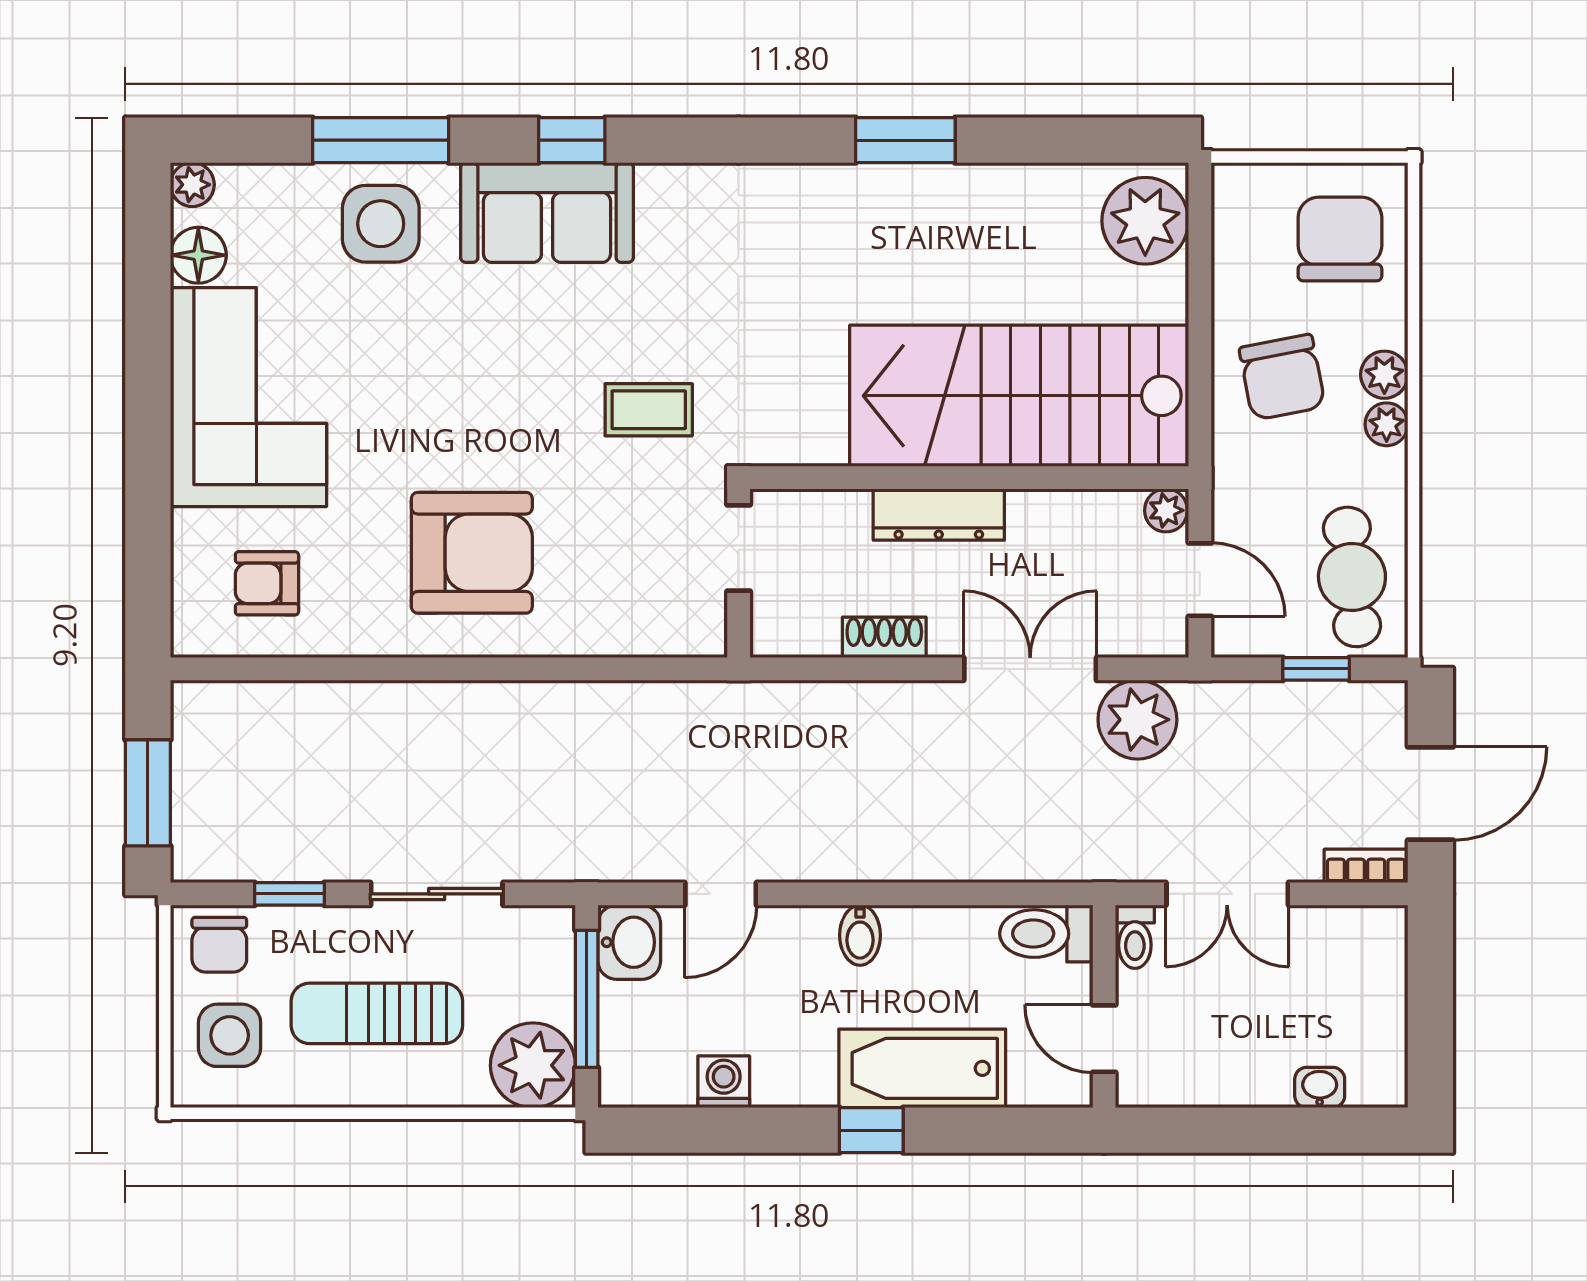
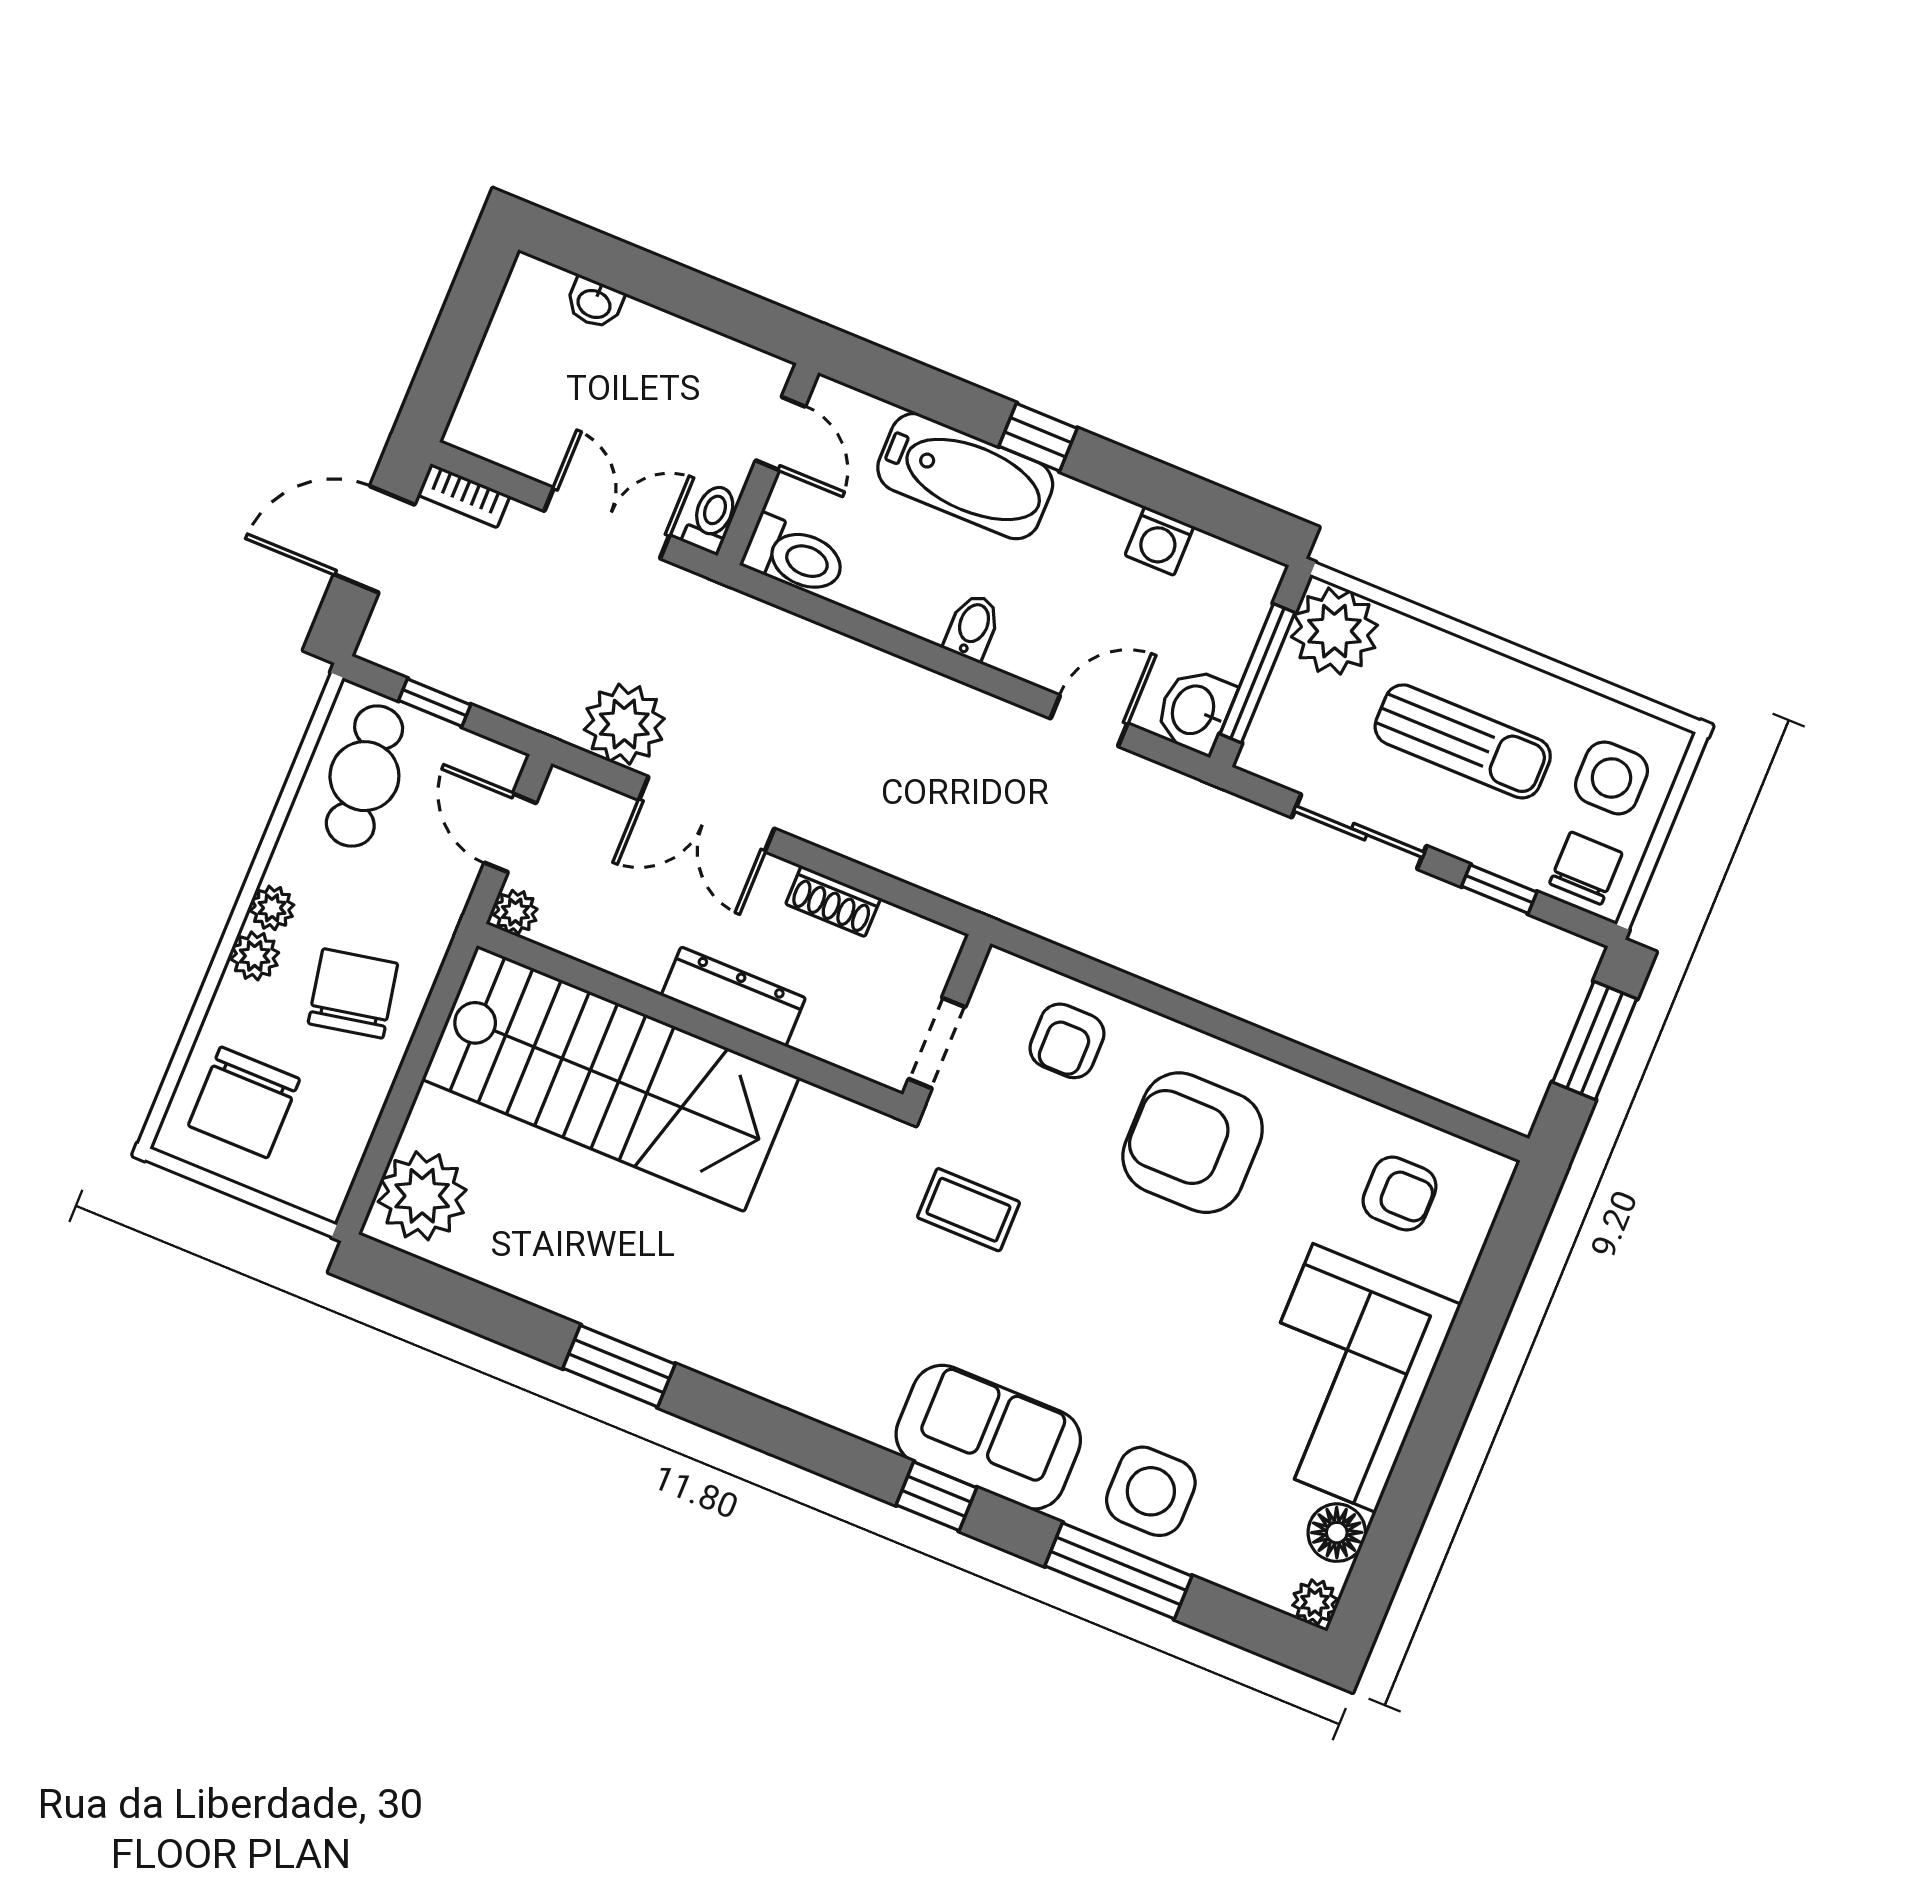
armchair: (622, 598) -> (1067, 1041), added

